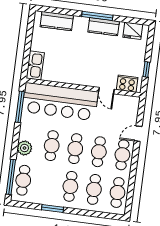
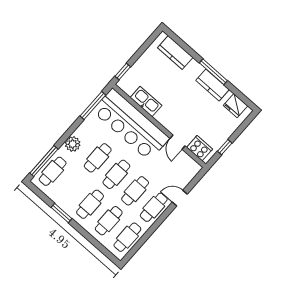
window: (25, 64) -> (123, 72), added
kitchen sink: (35, 65) -> (146, 102), moved, turned -90

